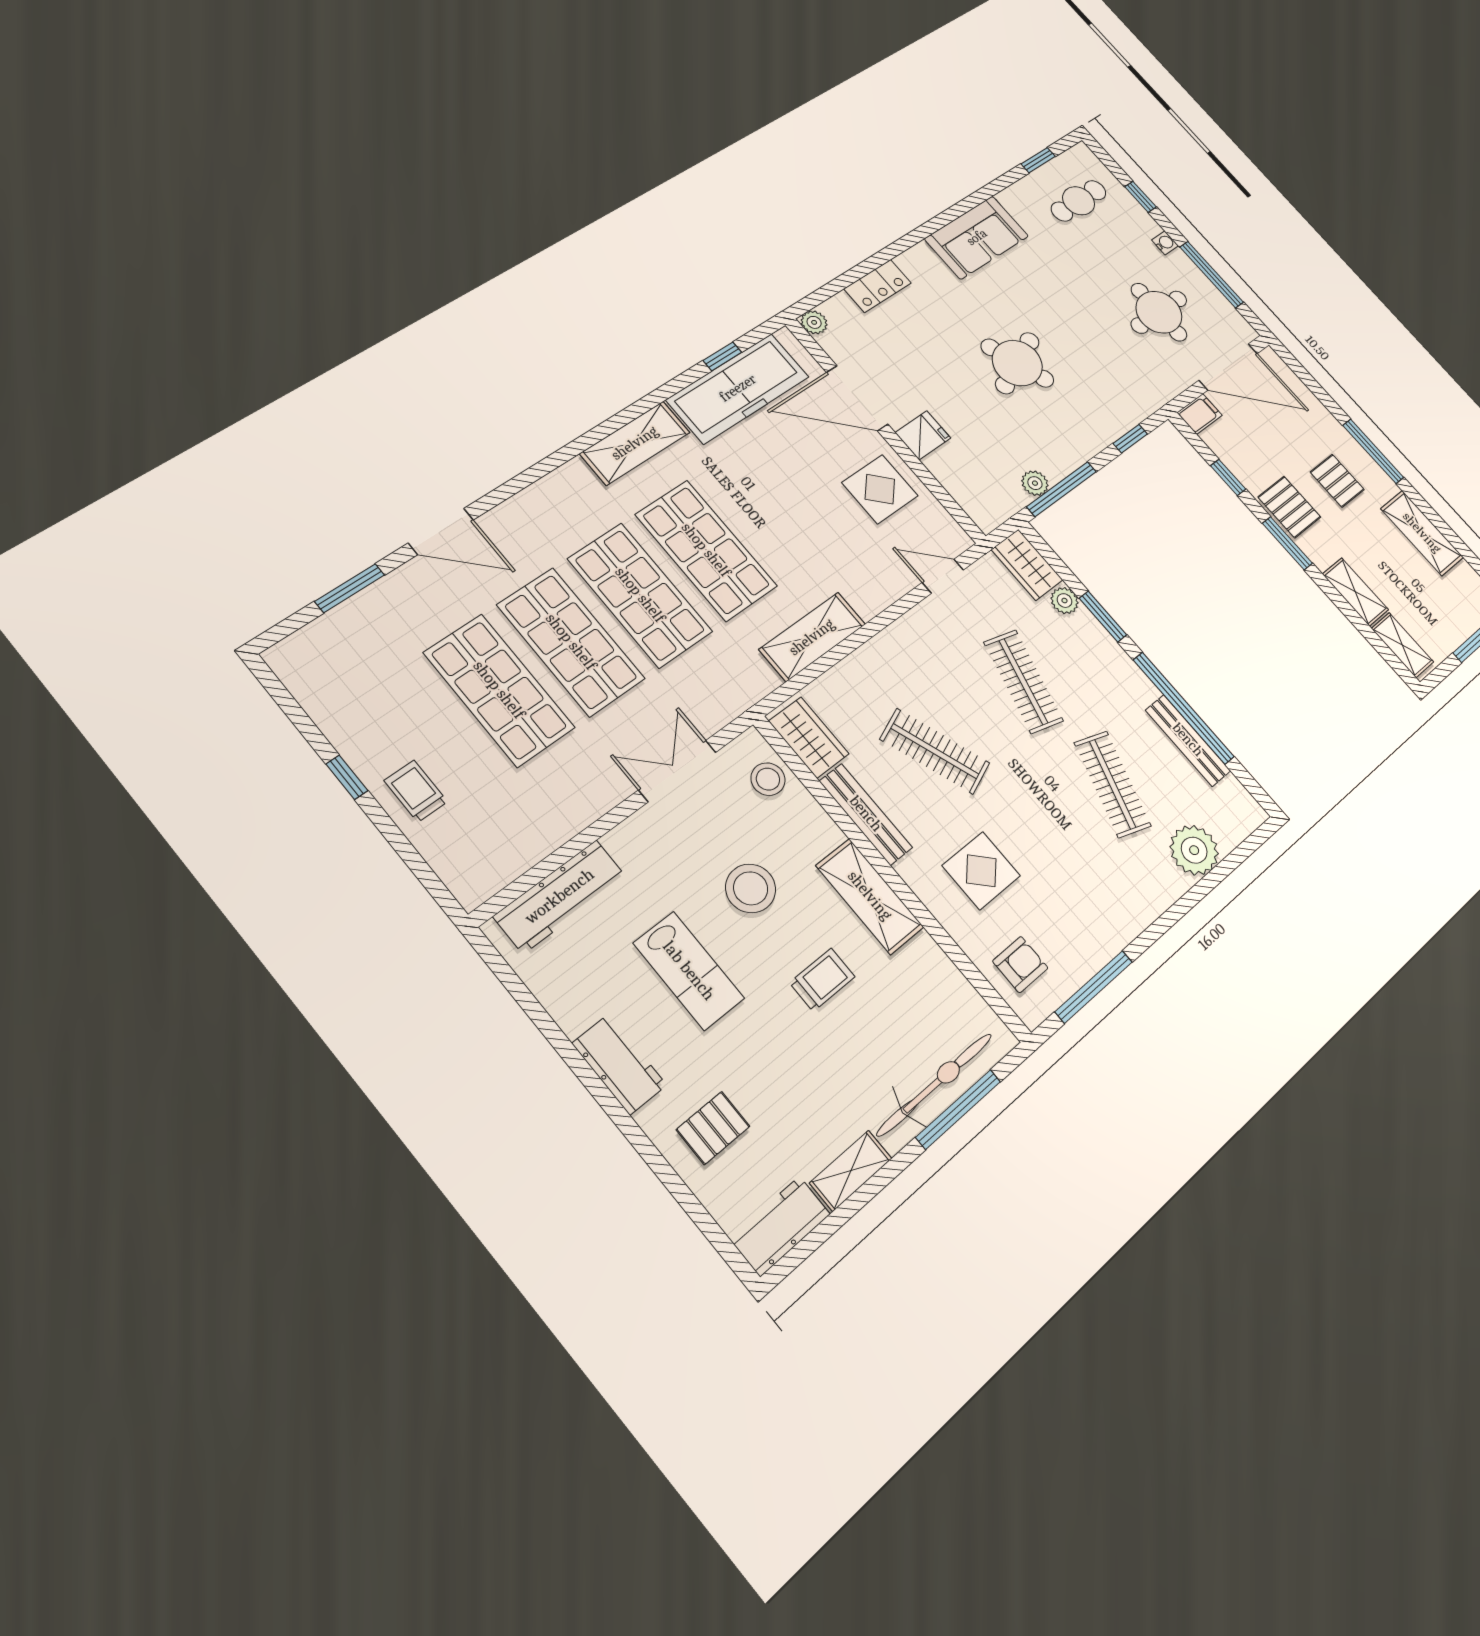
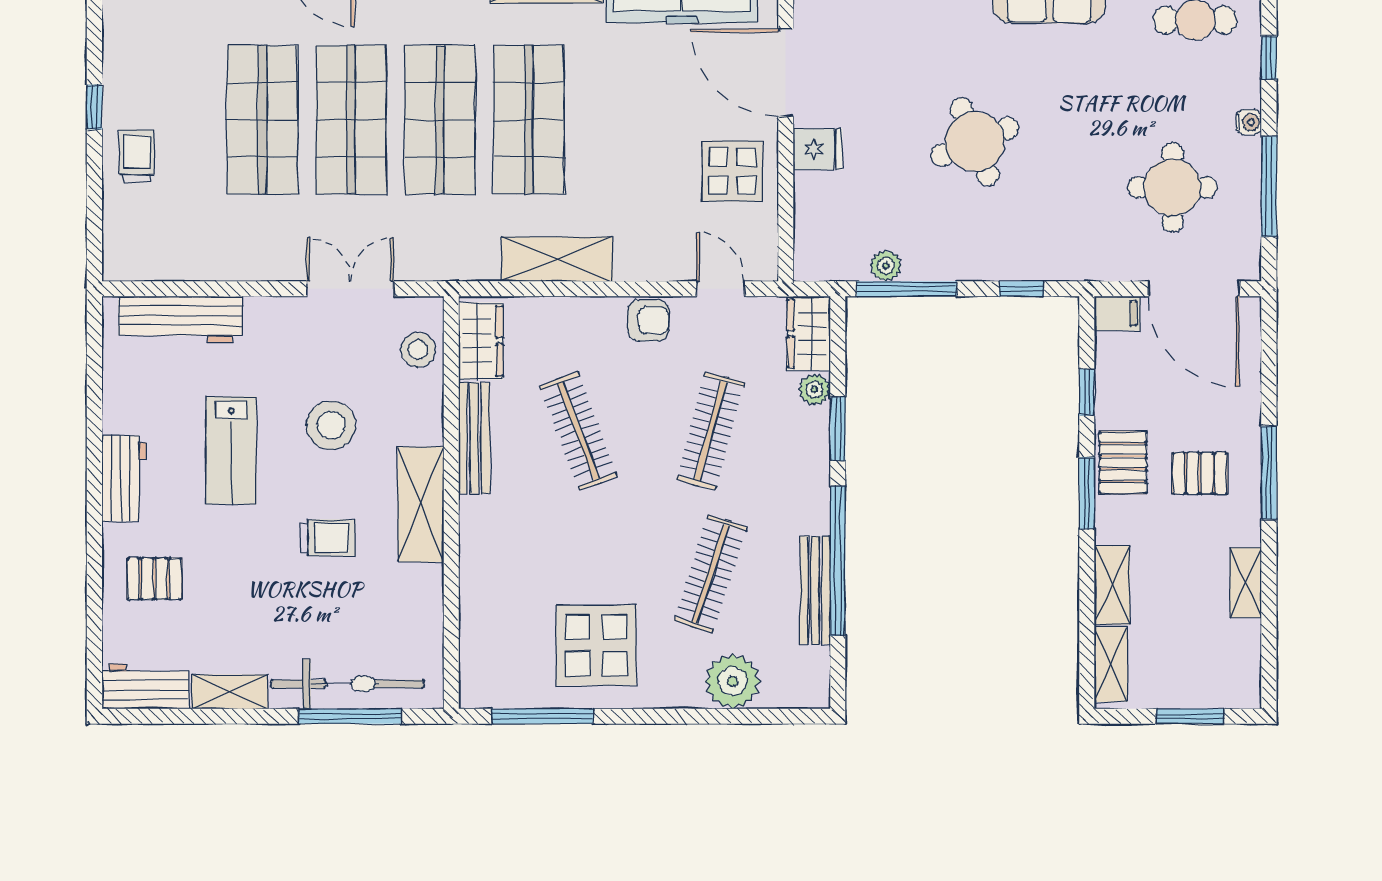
pallet: (1337, 481) -> (1200, 473), turned 90
shelving: (1422, 533) -> (1246, 583), width x0.67, depth x0.75
display table: (981, 871) -> (596, 645), moved, width x1.36, depth x1.36
armchair: (1020, 964) -> (648, 320), moved

